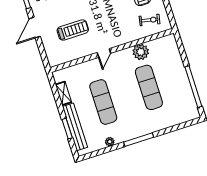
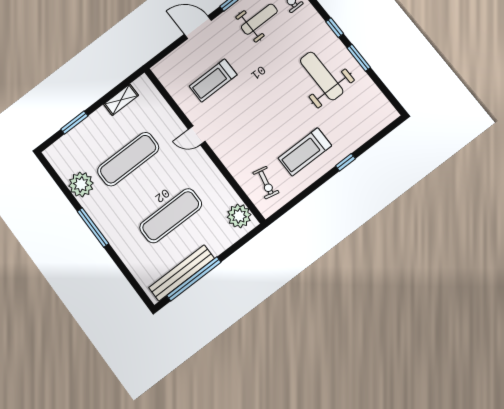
treadmill: (73, 30) -> (213, 81), turned 90
plant: (141, 52) -> (239, 216), moved
bench: (75, 127) -> (182, 273), moved
plant: (110, 142) -> (81, 184), width x1.88, depth x1.88

